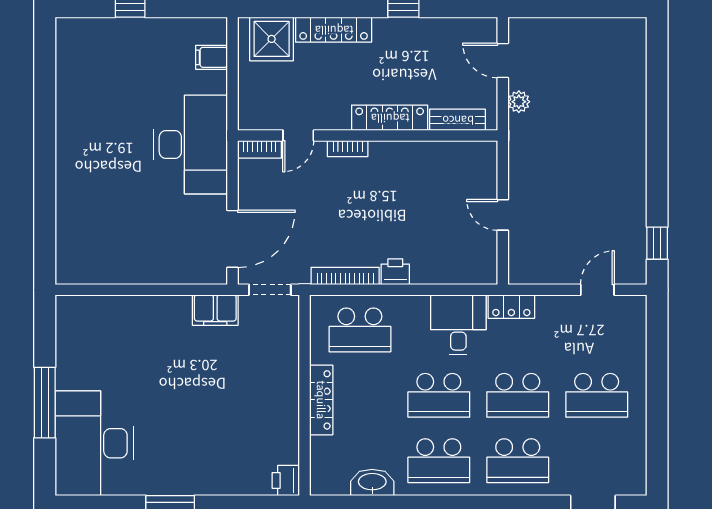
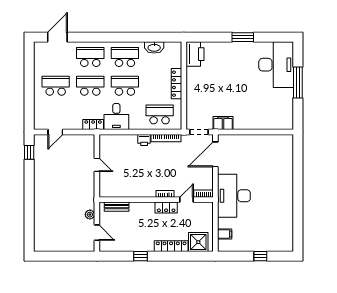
locker: (390, 118) -> (166, 208), moved, width x0.66
printer: (286, 481) -> (195, 54), width x1.87, depth x1.48

